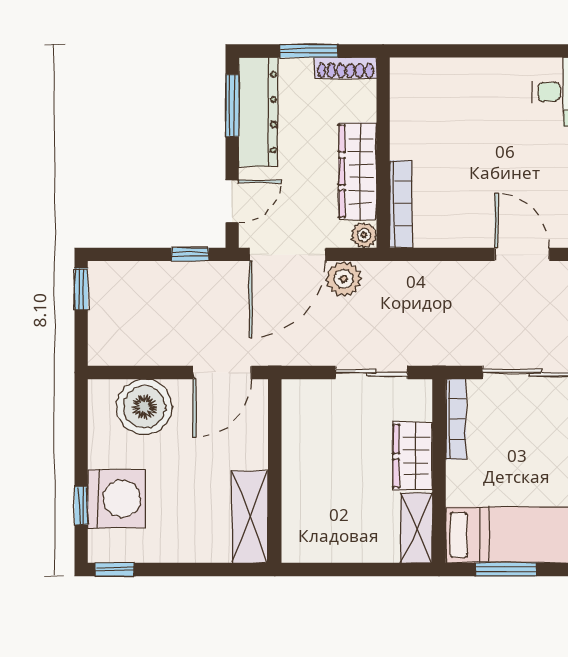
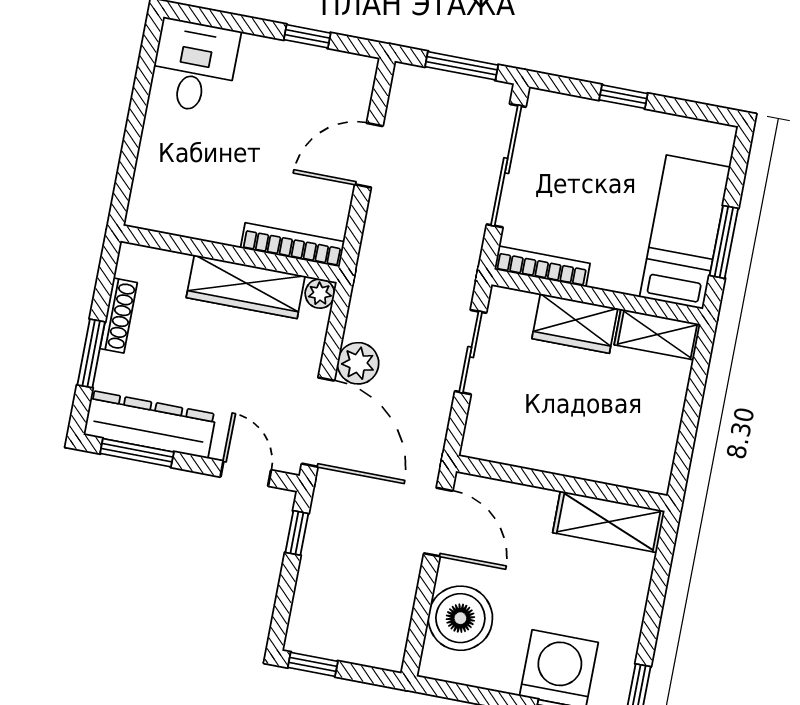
wall: (383, 153) -> (230, 254), moved
wardrobe: (358, 171) -> (246, 287), moved
bookcase: (401, 204) -> (292, 245), moved
plant: (364, 235) -> (320, 294), moved

